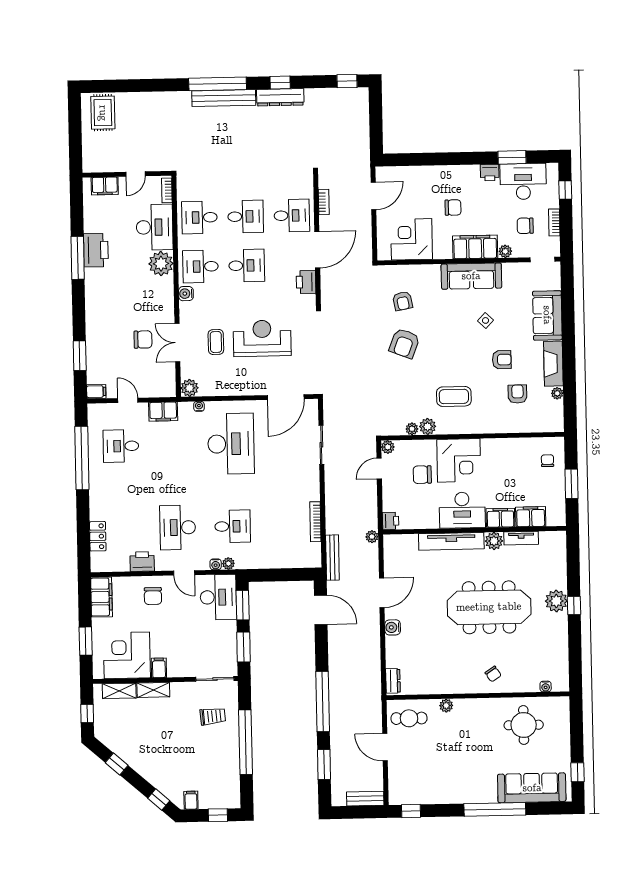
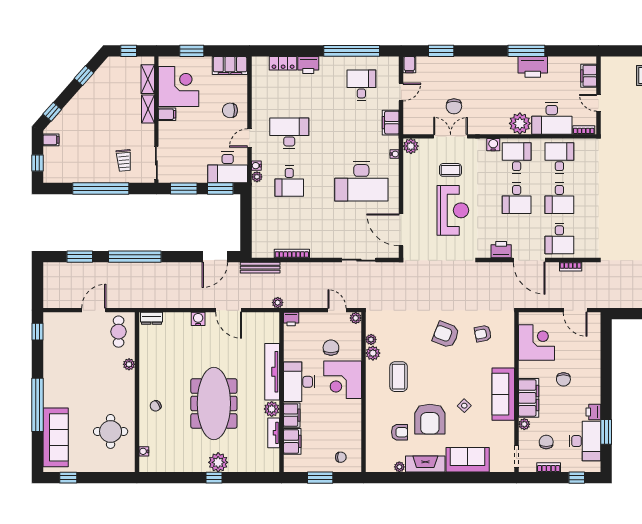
armchair: (502, 360) -> (430, 419), width x1.88, depth x1.88
printer: (142, 561) -> (308, 65), moved, turned 90
bench: (365, 799) -> (49, 292), removed

